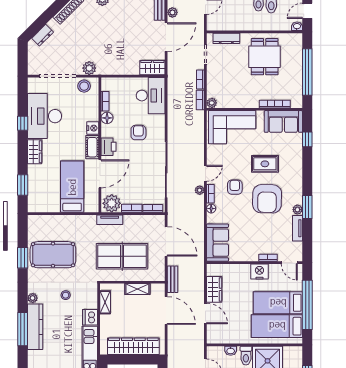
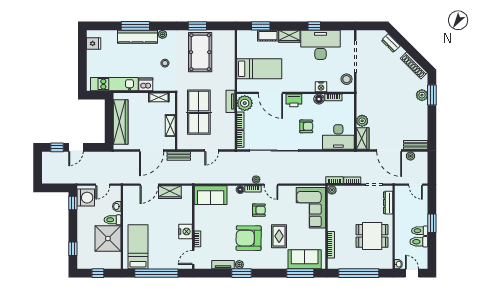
plant: (89, 68) -> (362, 121), moved
sofa: (283, 121) -> (305, 259), moved, turned 90
nightstand: (93, 128) -> (321, 87), moved
window: (307, 139) -> (300, 273), width x2.17
cot: (92, 147) -> (268, 36), moved
door: (166, 241) -> (212, 150), width x0.53
bed: (278, 303) -> (158, 247), removed

